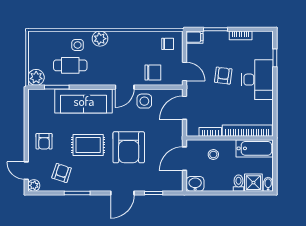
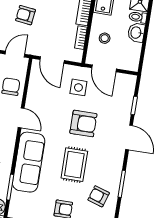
side table: (144, 101) -> (78, 87), moved
armchair: (129, 147) -> (83, 124), width x0.73, depth x0.73
washbasin: (195, 184) -> (136, 33), moved

